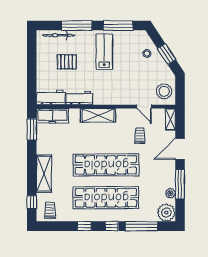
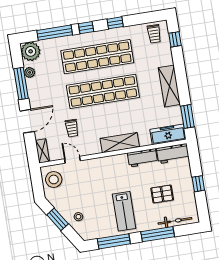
window: (32, 66) -> (198, 184), added
shelving: (44, 174) -> (169, 86), moved

